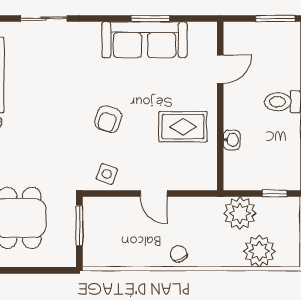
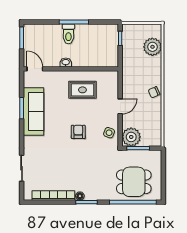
door: (220, 69) -> (35, 69), moved
armchair: (108, 119) -> (78, 132), turned -109
rug: (183, 127) -> (82, 90), turned 90
washbasin: (232, 140) -> (66, 62), moved
plant: (240, 213) -> (131, 137), moved

